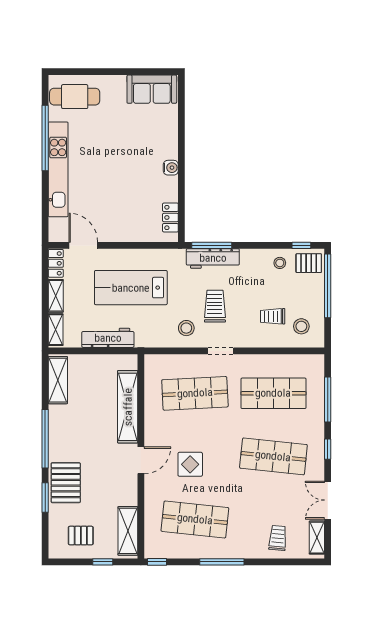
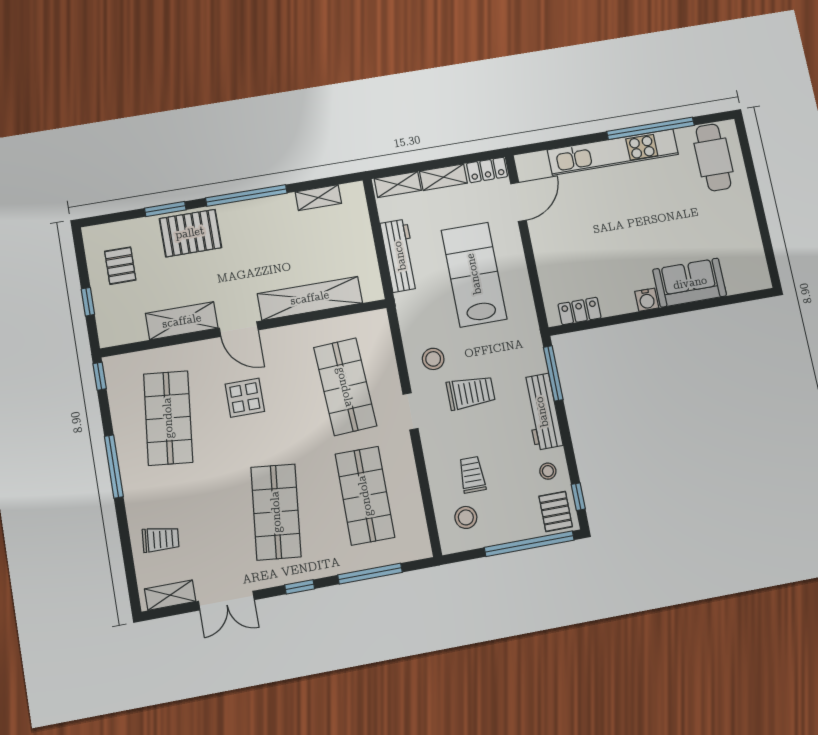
sofa: (152, 89) -> (690, 283), moved, turned 90
workbench: (213, 258) -> (542, 412), moved
shelving: (58, 380) -> (318, 198), width x0.67, depth x0.75
double door: (328, 500) -> (226, 601), swing flipped
shelving: (128, 531) -> (182, 321), moved

